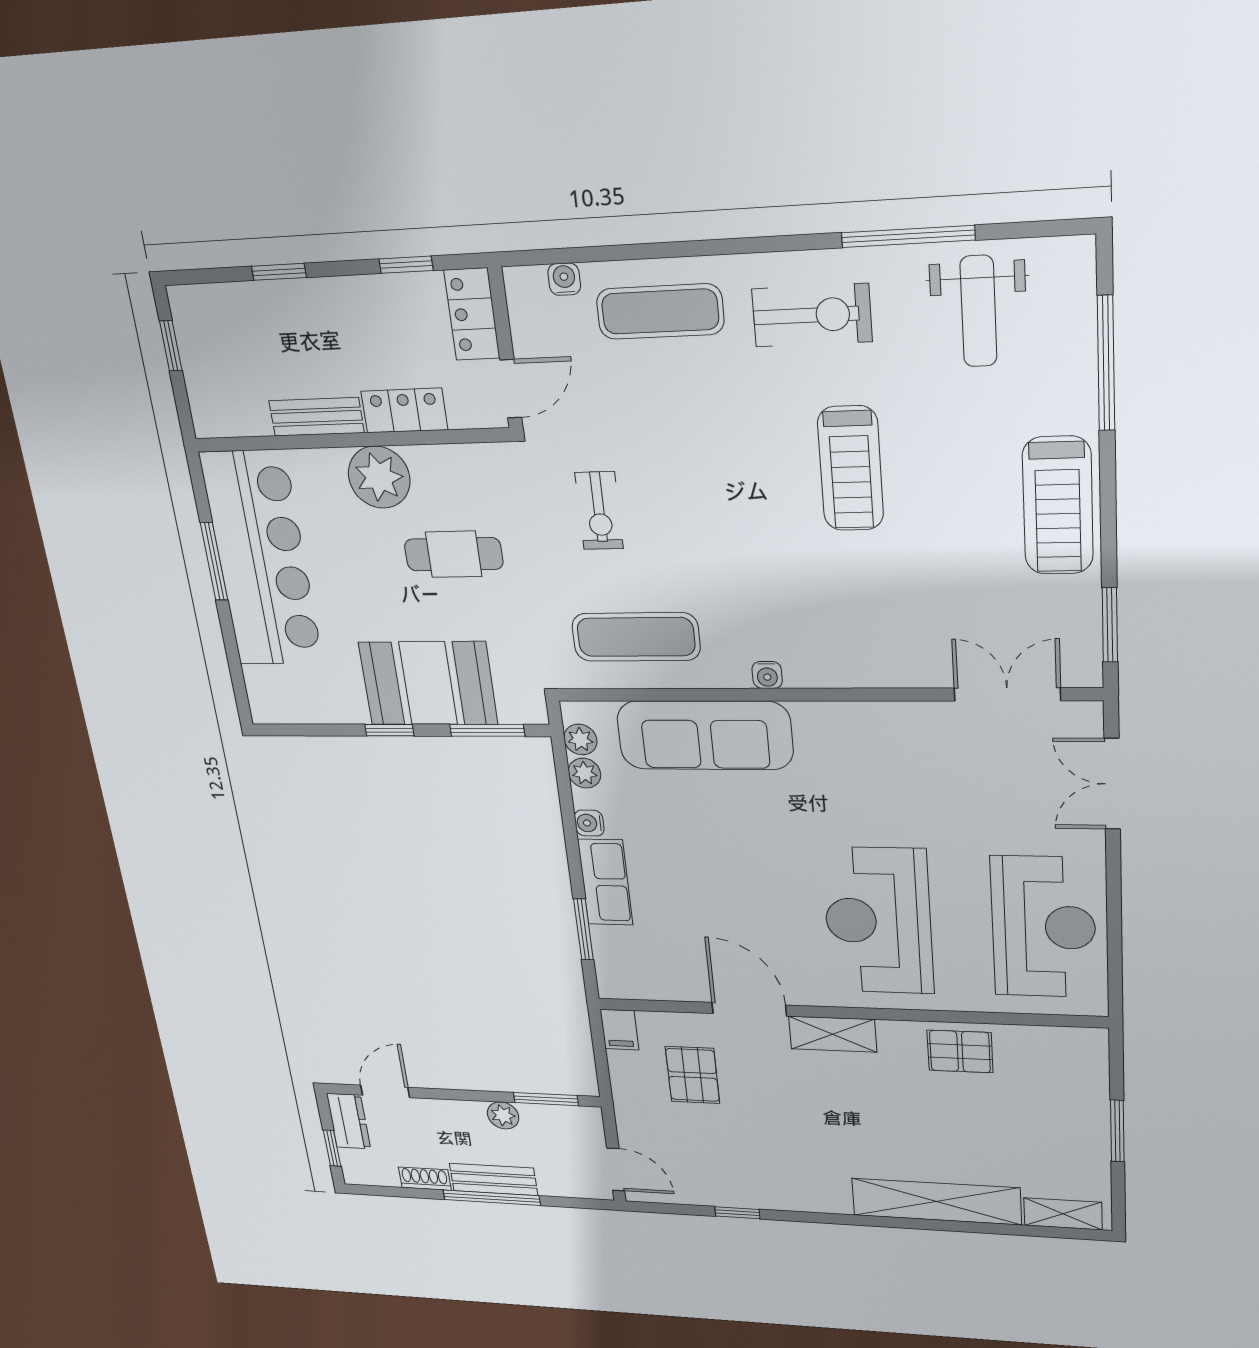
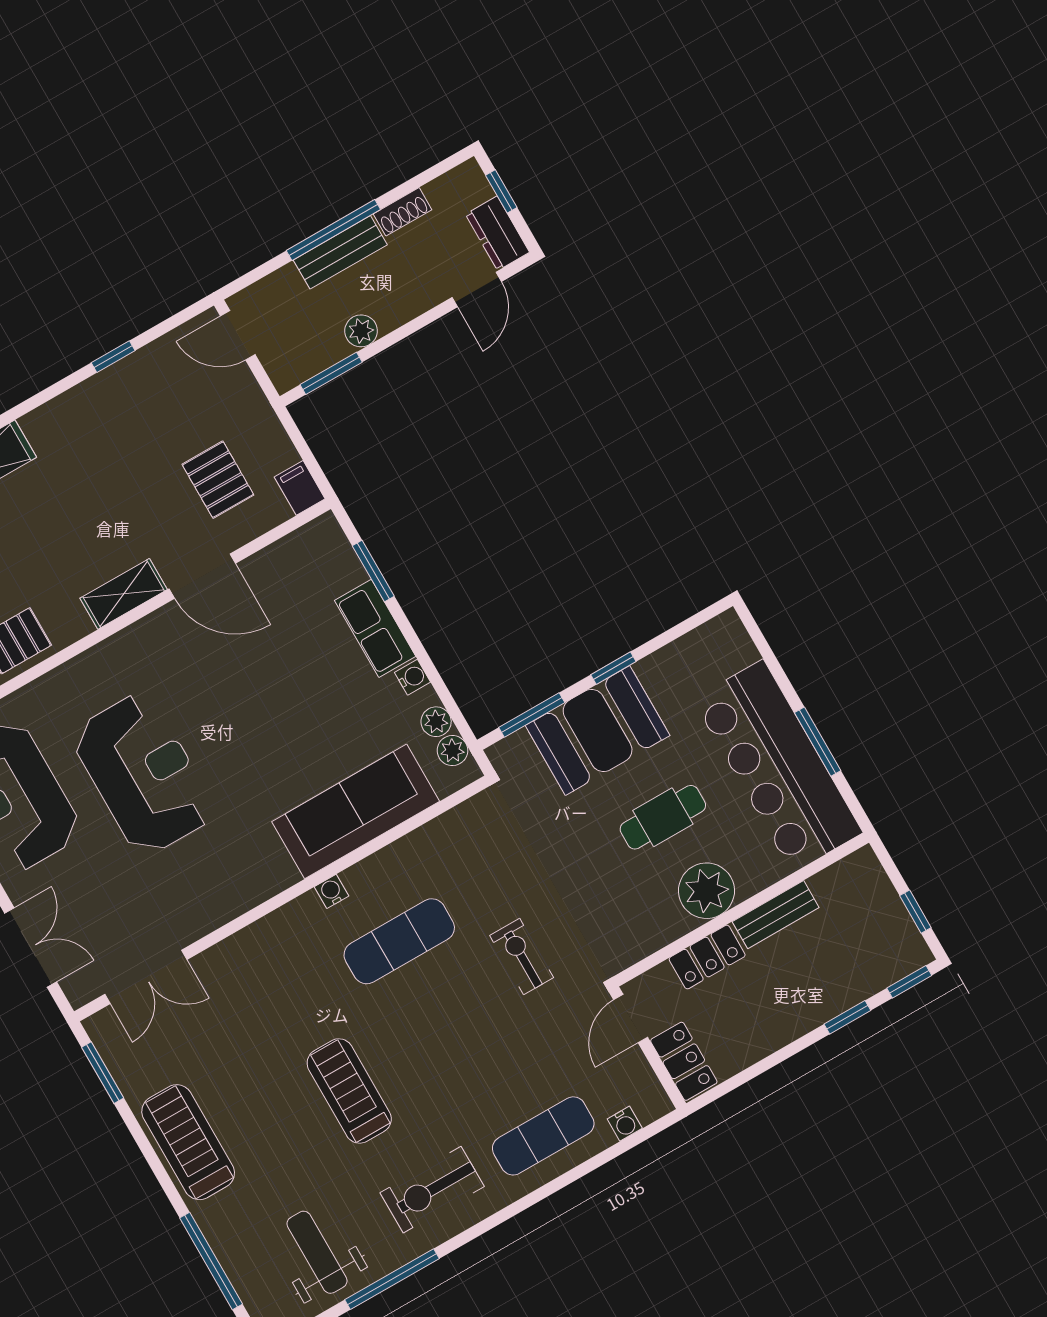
window: (406, 265) -> (909, 982), moved
cafe table: (454, 554) -> (663, 817), moved
exercise mat: (636, 637) -> (399, 941), moved
reception desk: (878, 921) -> (143, 774), moved

